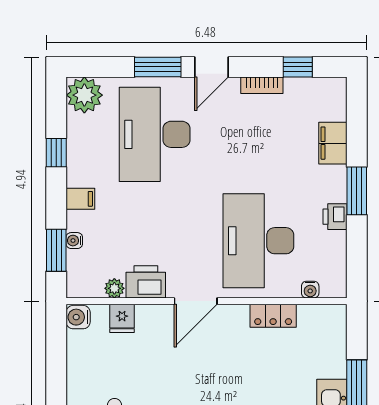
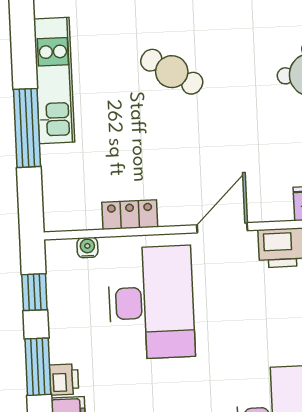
printer: (335, 217) -> (64, 380), moved
window: (357, 254) -> (34, 292), added

